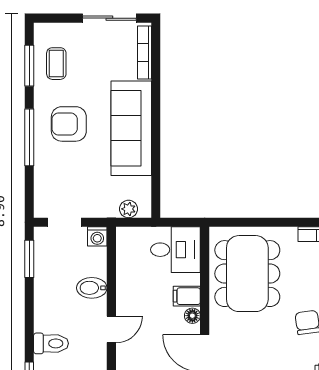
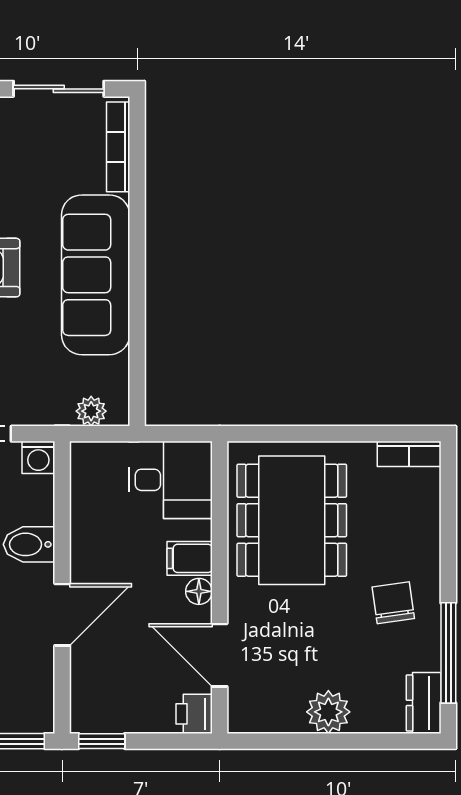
door: (111, 329) -> (62, 615), width x1.38

